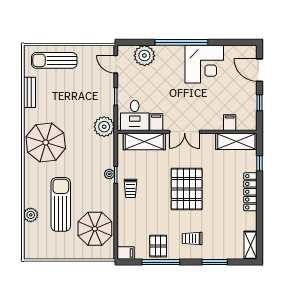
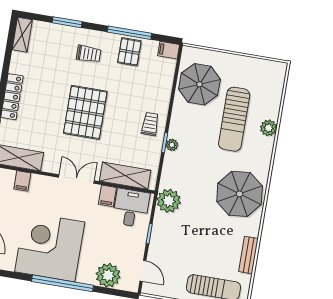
corner desk: (204, 64) -> (50, 247), width x1.36, depth x1.36
plant: (31, 215) -> (269, 128), moved

